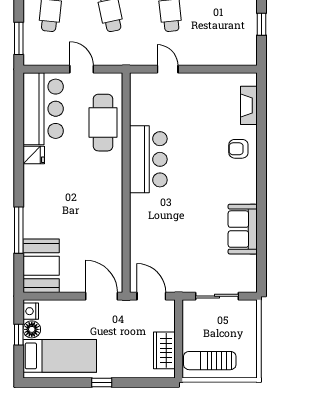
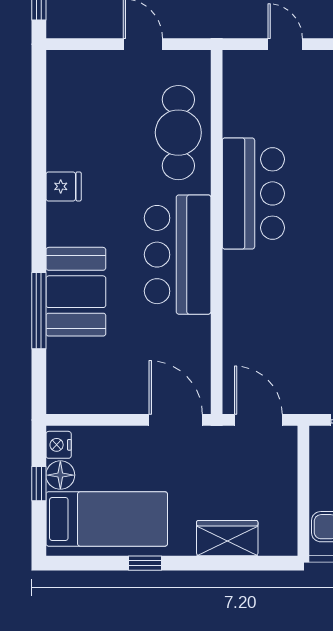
bar counter: (43, 109) -> (178, 255), moved, turned 180
booth: (41, 266) -> (76, 292), moved
wardrobe: (164, 350) -> (227, 538), moved, turned 90
window: (102, 383) -> (145, 563), moved

